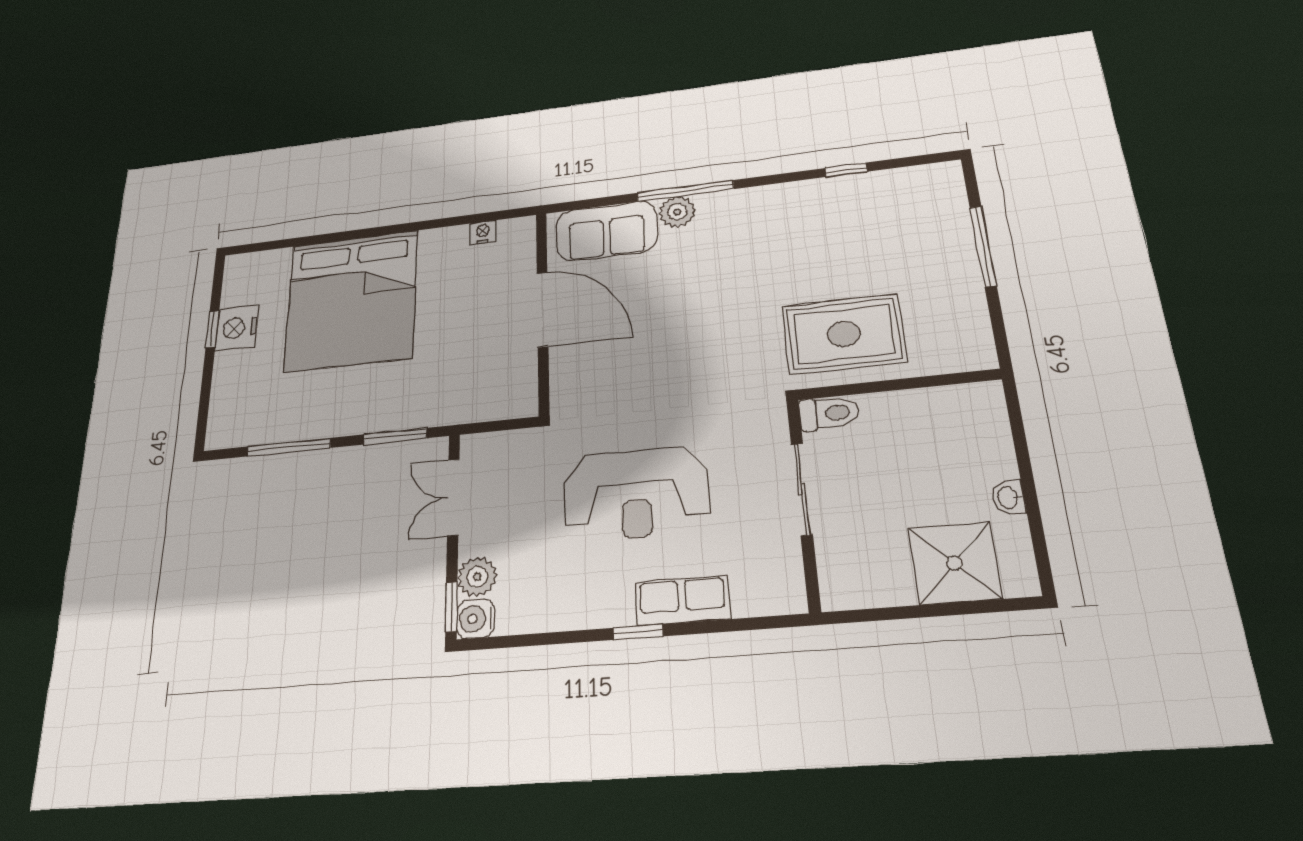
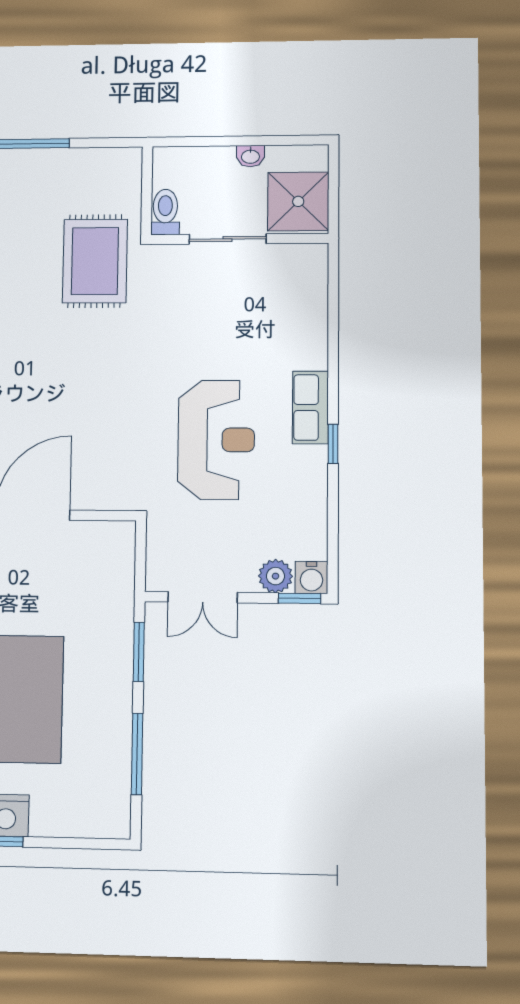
toilet: (829, 413) -> (165, 212), moved
sliding door: (802, 489) -> (228, 239), moved
wall: (803, 503) -> (239, 239), moved

